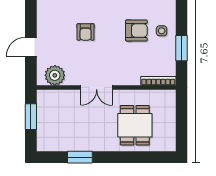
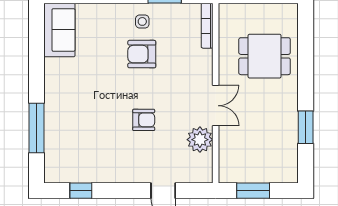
armchair: (136, 30) -> (142, 54), turned -90
plant: (55, 75) -> (200, 140), moved

